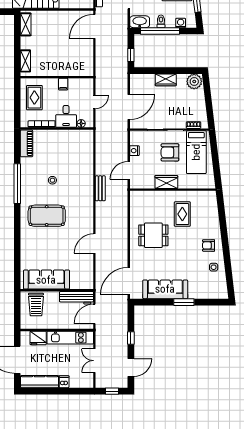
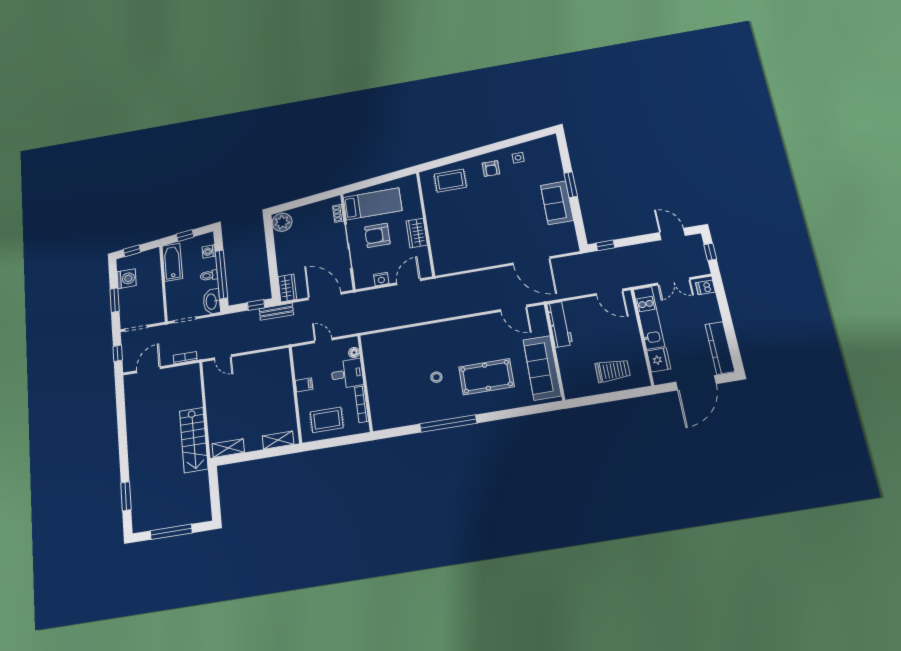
door: (94, 26) -> (223, 357), width x0.53
wardrobe: (166, 80) -> (287, 288), moved
piano: (27, 143) -> (391, 420), removed
armchair: (170, 152) -> (377, 235), turned 90
door: (129, 171) -> (409, 282), swing flipped
bench: (100, 188) -> (276, 312), moved
rug: (182, 214) -> (450, 181), moved
pool table: (47, 216) -> (486, 377), turned 90
dining table: (153, 235) -> (489, 237), removed
sofa: (46, 280) -> (542, 368), moved
door: (129, 281) -> (532, 261), moved
sofa: (165, 289) -> (557, 203), width x0.73
wall: (57, 290) -> (554, 352), moved
workbench: (76, 298) -> (560, 324), moved
window: (131, 338) -> (605, 245), moved
dishwasher: (64, 382) -> (705, 287), moved

